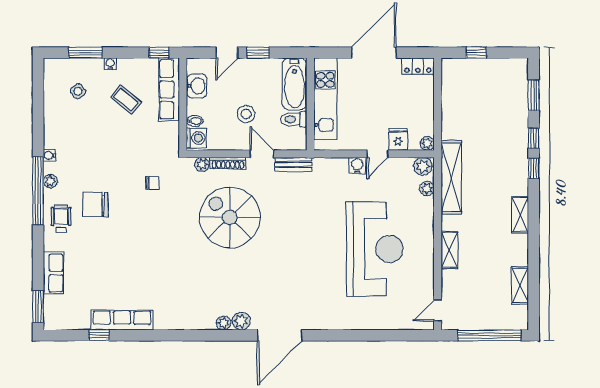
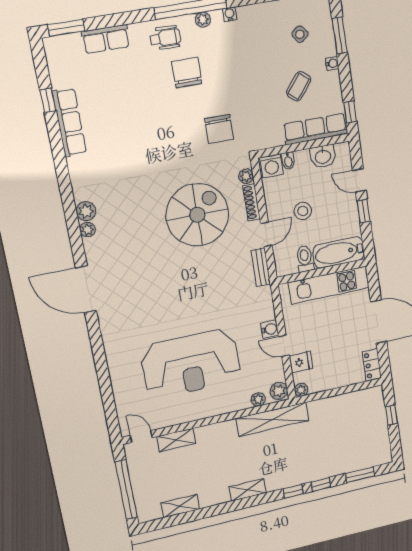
chair: (152, 183) -> (219, 129), width x1.87, depth x1.87
shelving: (449, 250) -> (176, 440), moved
plant: (241, 321) -> (86, 211), moved

